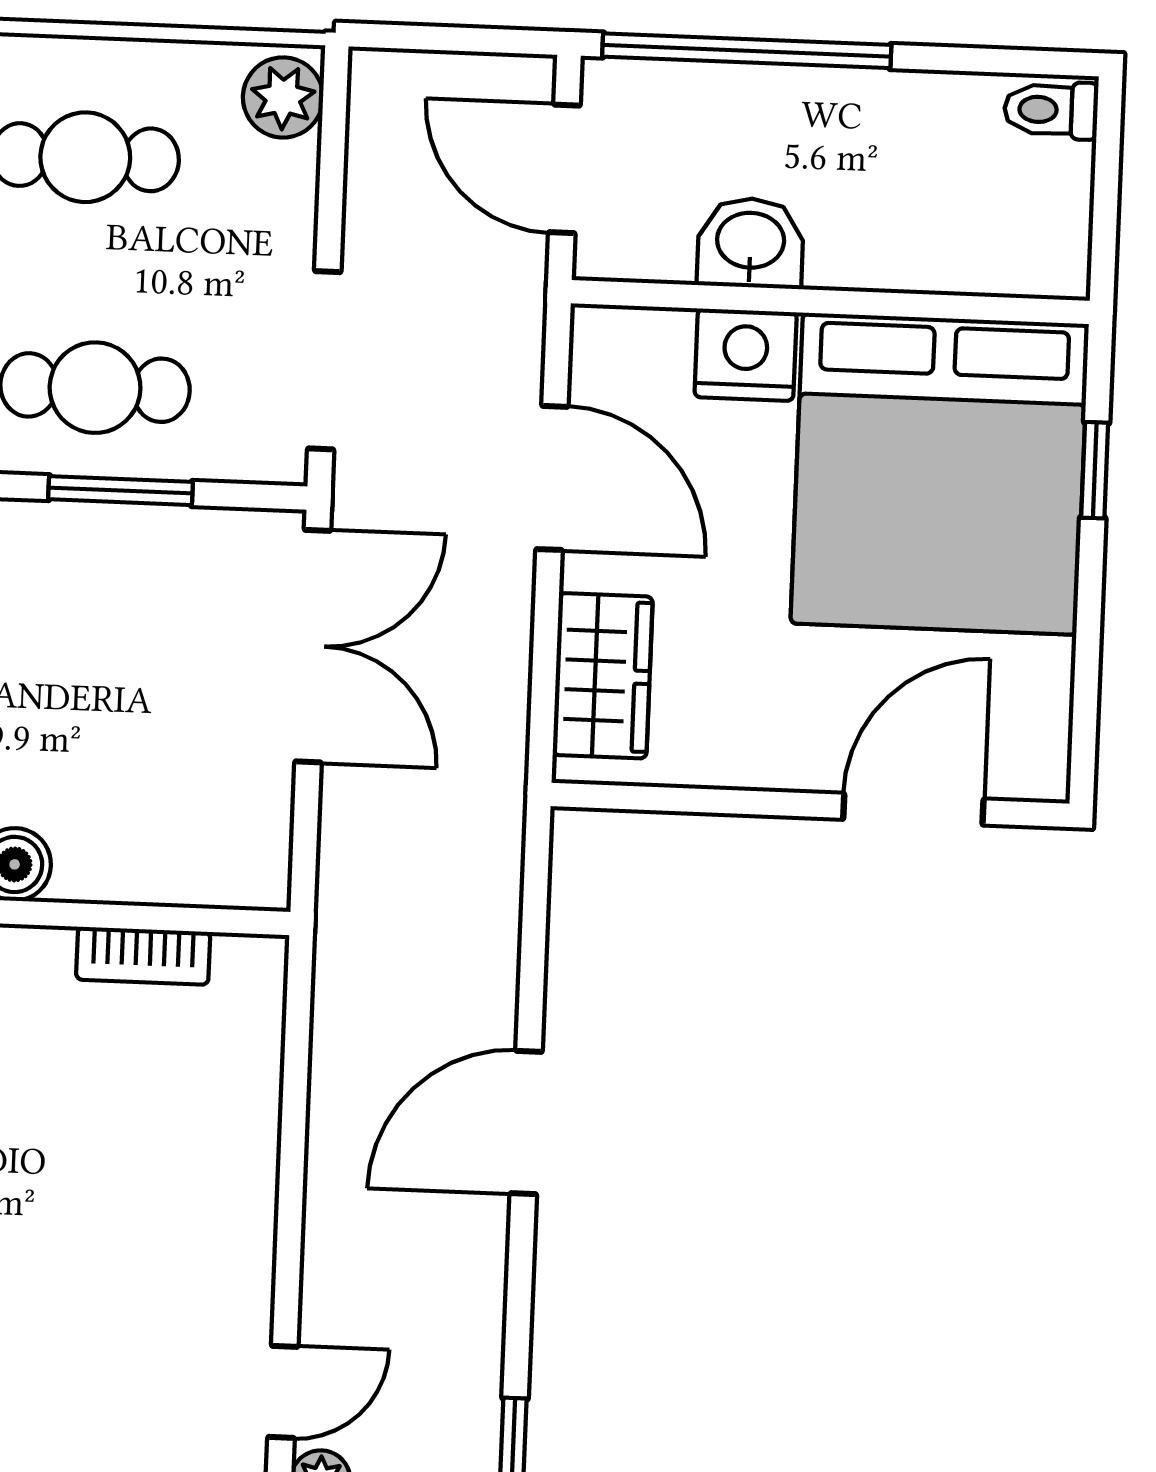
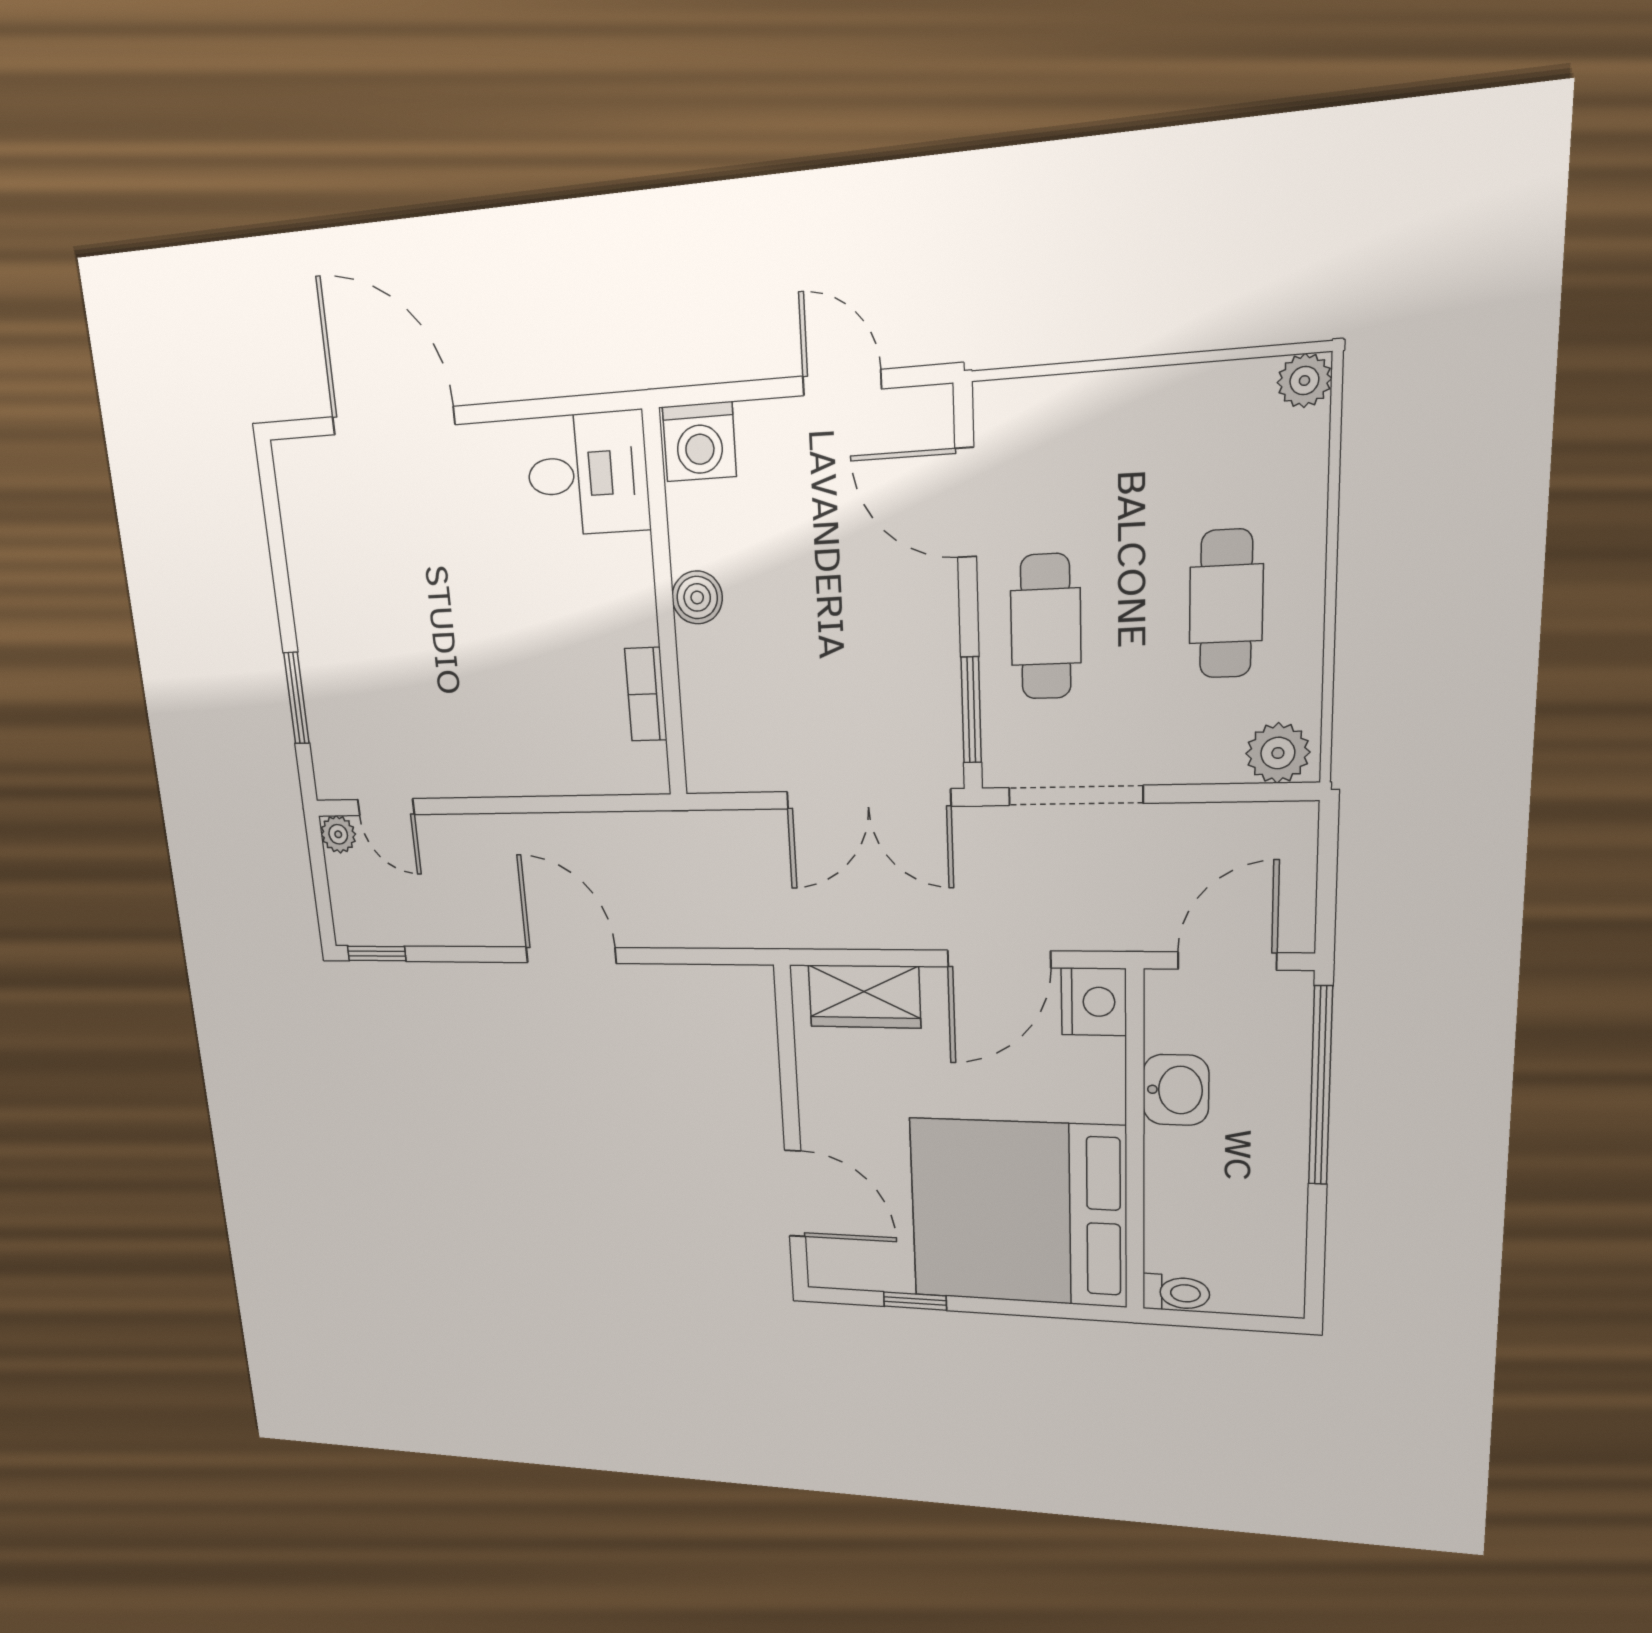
toilet: (1051, 110) -> (1176, 1293), moved, turned 90
nightstand: (746, 355) -> (1094, 1002), moved
window: (1095, 470) -> (915, 1301), moved
window: (120, 491) -> (971, 710), moved

